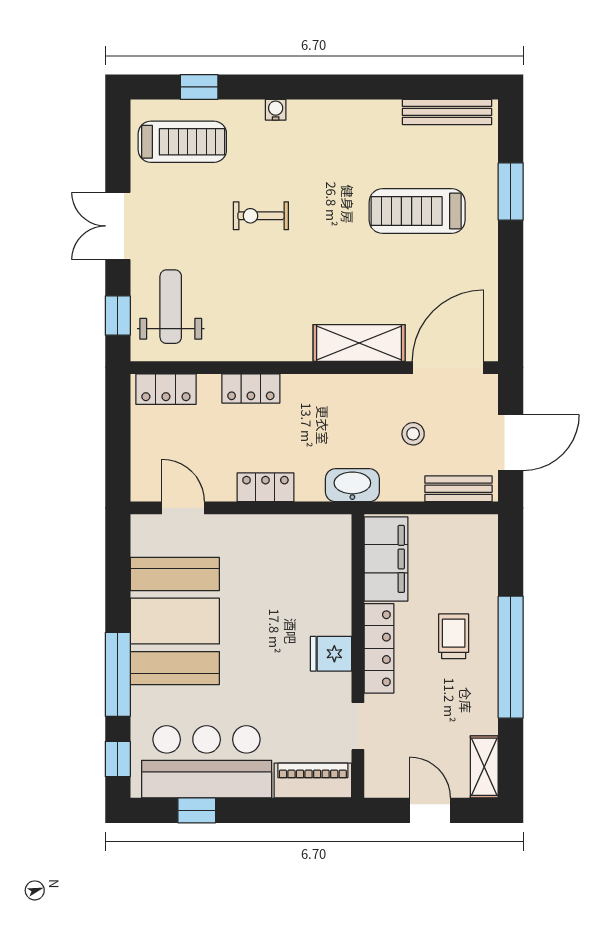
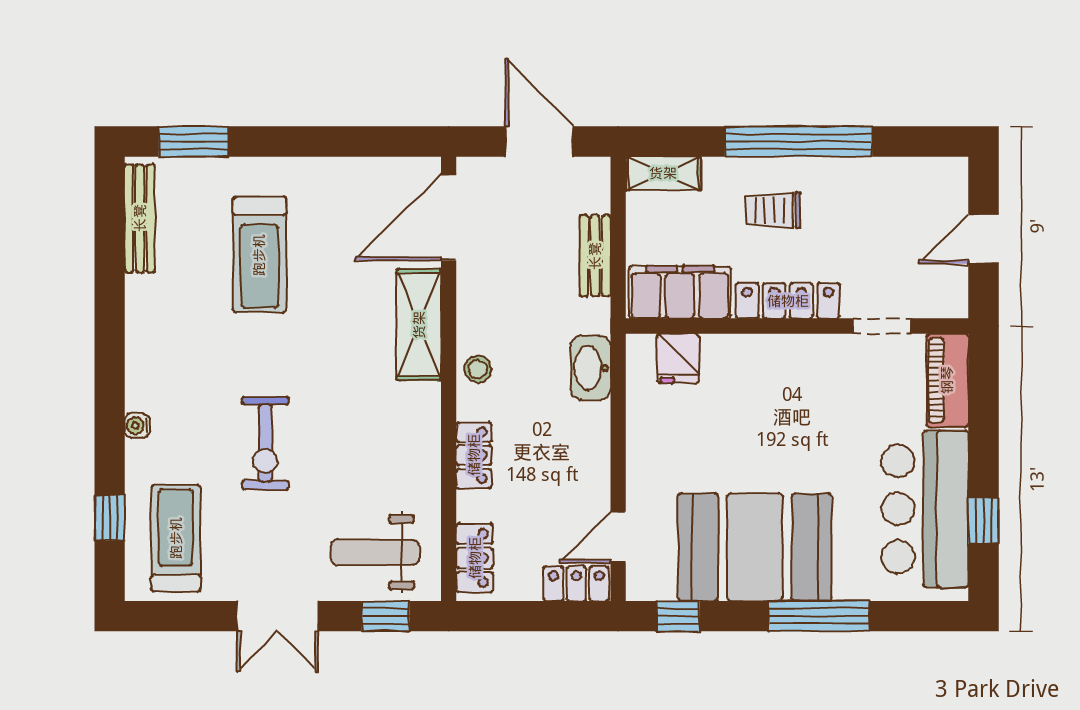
window: (511, 192) -> (193, 141), moved
exercise bike: (261, 216) -> (265, 443), width x1.38, depth x1.39
door: (448, 368) -> (449, 217), hinge flipped
stool: (413, 434) -> (478, 369), moved
washbasin: (352, 485) -> (591, 368), moved
locker: (265, 487) -> (576, 584), moved, turned 90
bench: (458, 489) -> (595, 256), moved
fridge: (331, 654) -> (678, 358), moved
window: (118, 759) -> (678, 616), moved
shelving: (484, 767) -> (663, 173), moved

